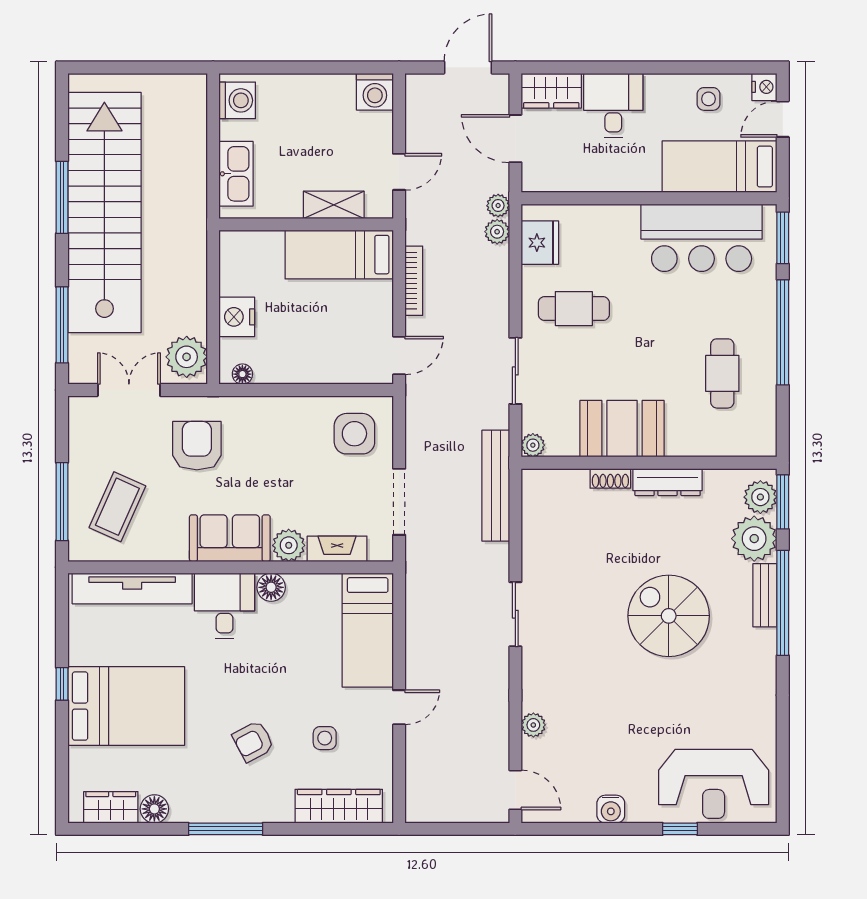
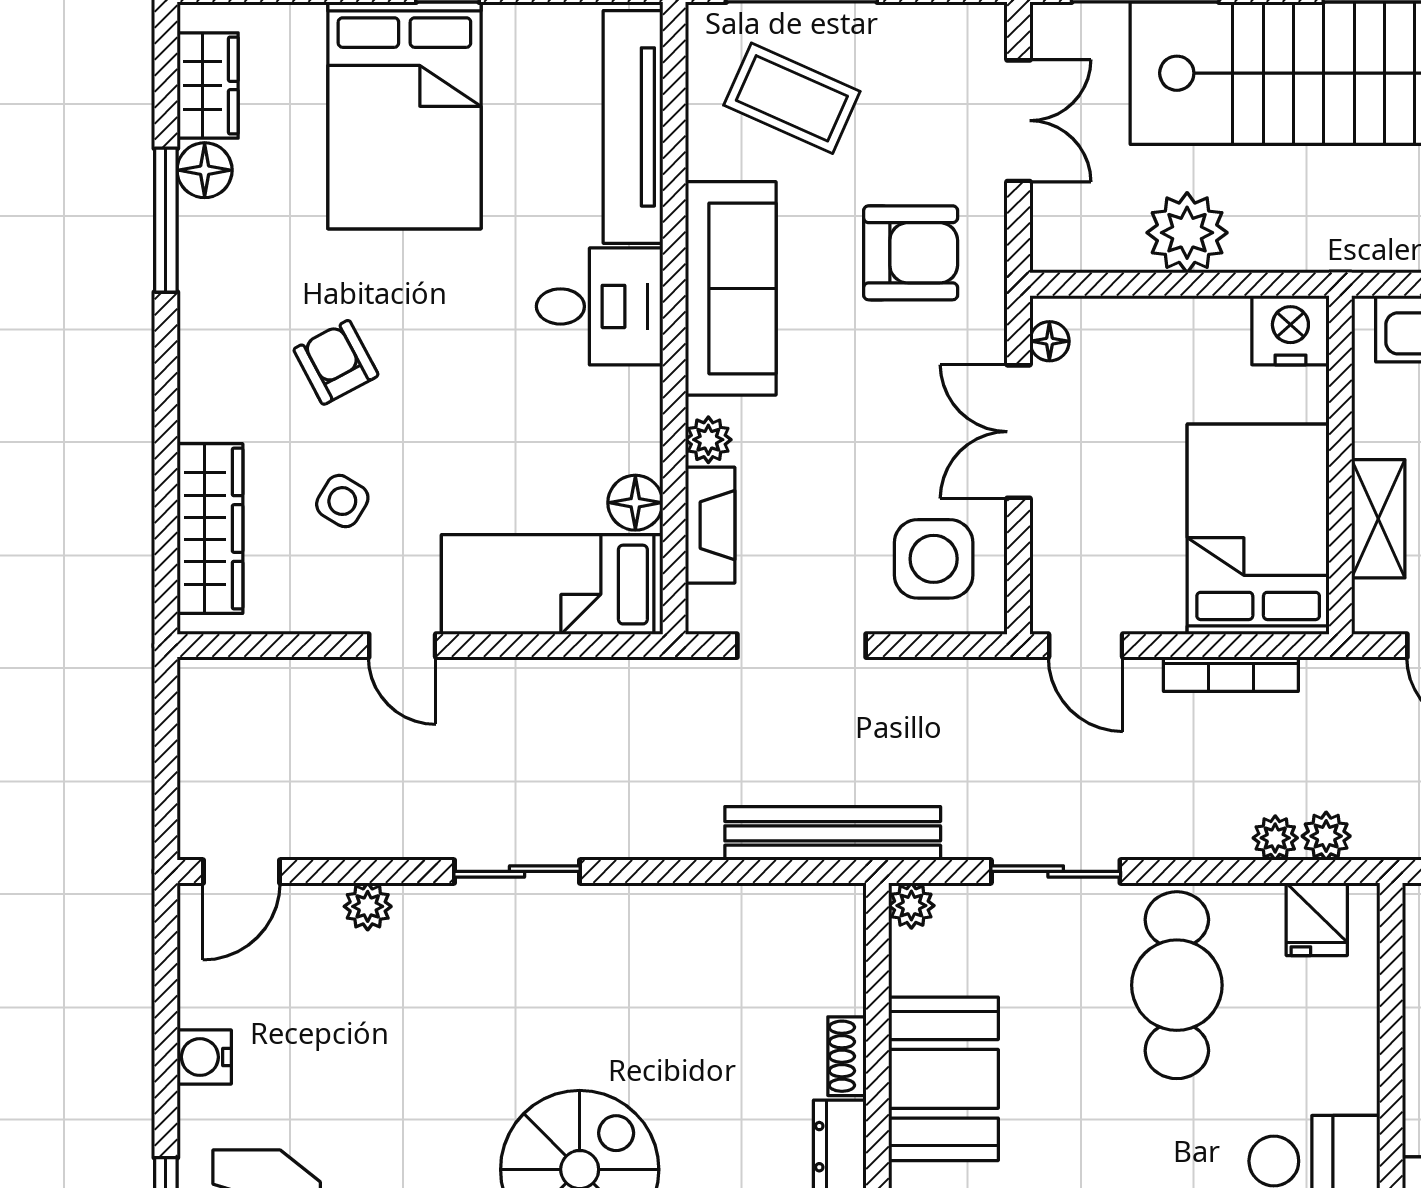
plant: (498, 206) -> (1275, 838), moved
fridge: (540, 243) -> (1317, 919), width x0.72
bed: (339, 255) -> (1258, 529), width x1.50
cafe table: (574, 309) -> (1177, 985), width x1.37, depth x1.35
nightstand: (237, 317) -> (1290, 330), moved
plant: (187, 357) -> (1187, 233), moved
double door: (289, 390) -> (1019, 432), added
sofa: (230, 538) -> (731, 288), width x1.36
plant: (289, 545) -> (708, 440), width x0.73, depth x0.73
floor lamp: (271, 587) -> (635, 503), moved
sliding door: (515, 614) -> (517, 871), moved
side table: (325, 738) -> (342, 501), turned 31
window: (226, 829) -> (166, 220), moved

